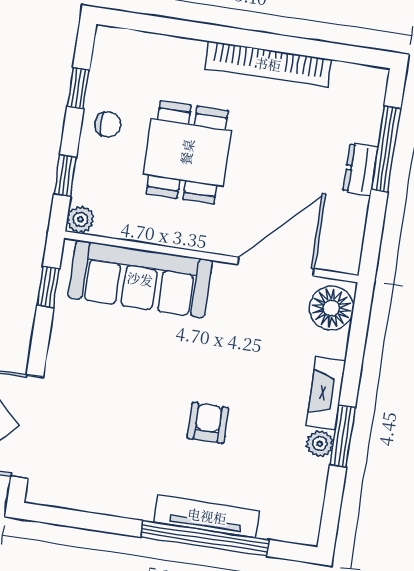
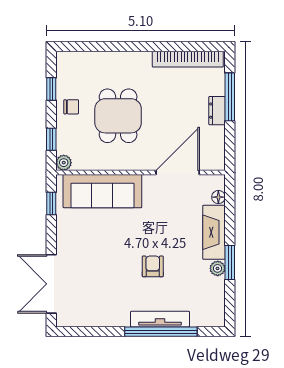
bookcase: (268, 64) -> (188, 59), moved
floor lamp: (331, 308) -> (218, 197), width x0.53, depth x0.53
fireplace: (326, 393) -> (214, 232), width x1.37, depth x1.32

